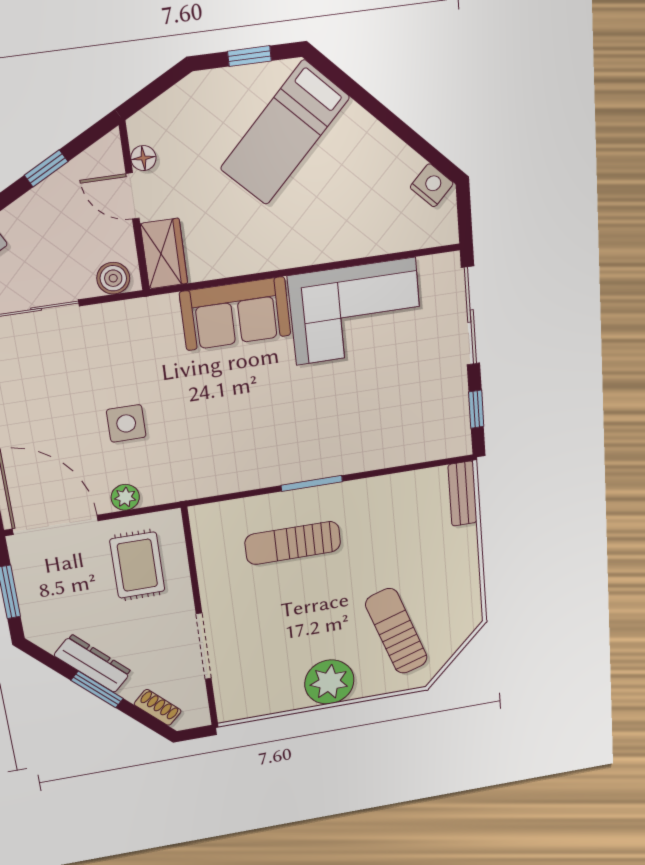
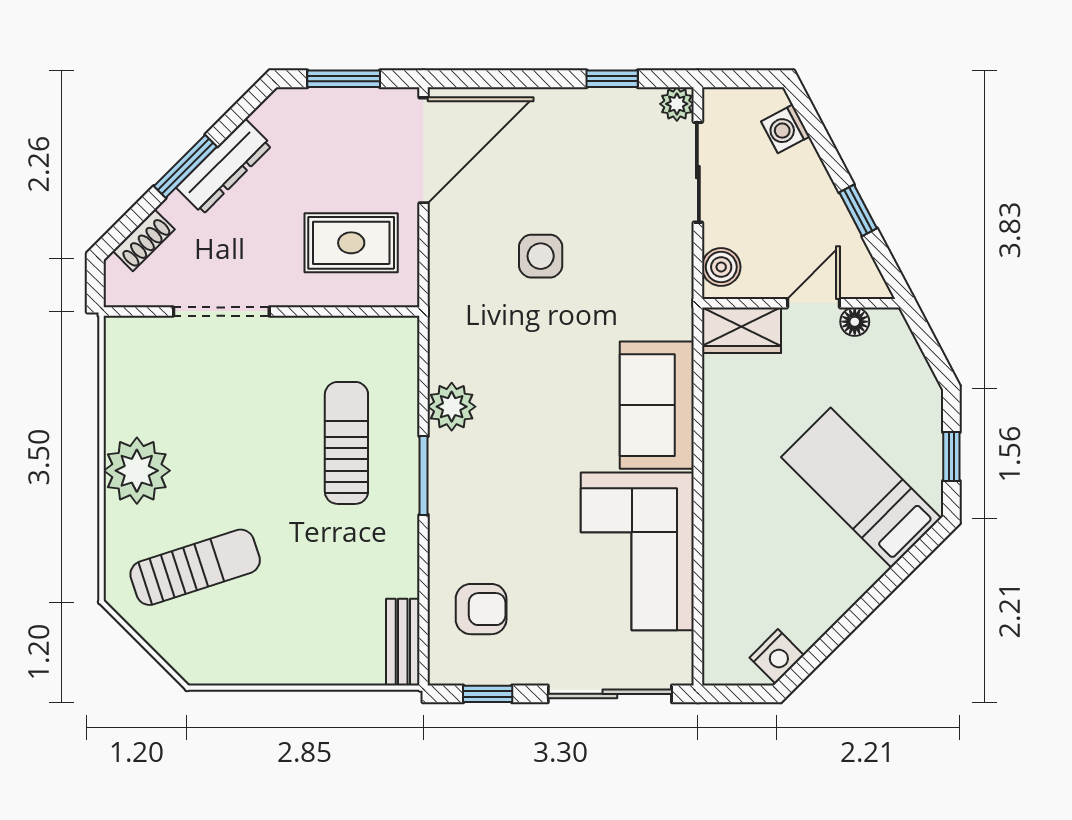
armchair: (411, 425) -> (481, 609), added
bench: (462, 494) -> (403, 642), moved, turned 90
plant: (125, 497) -> (452, 407), moved, width x1.38, depth x1.38

